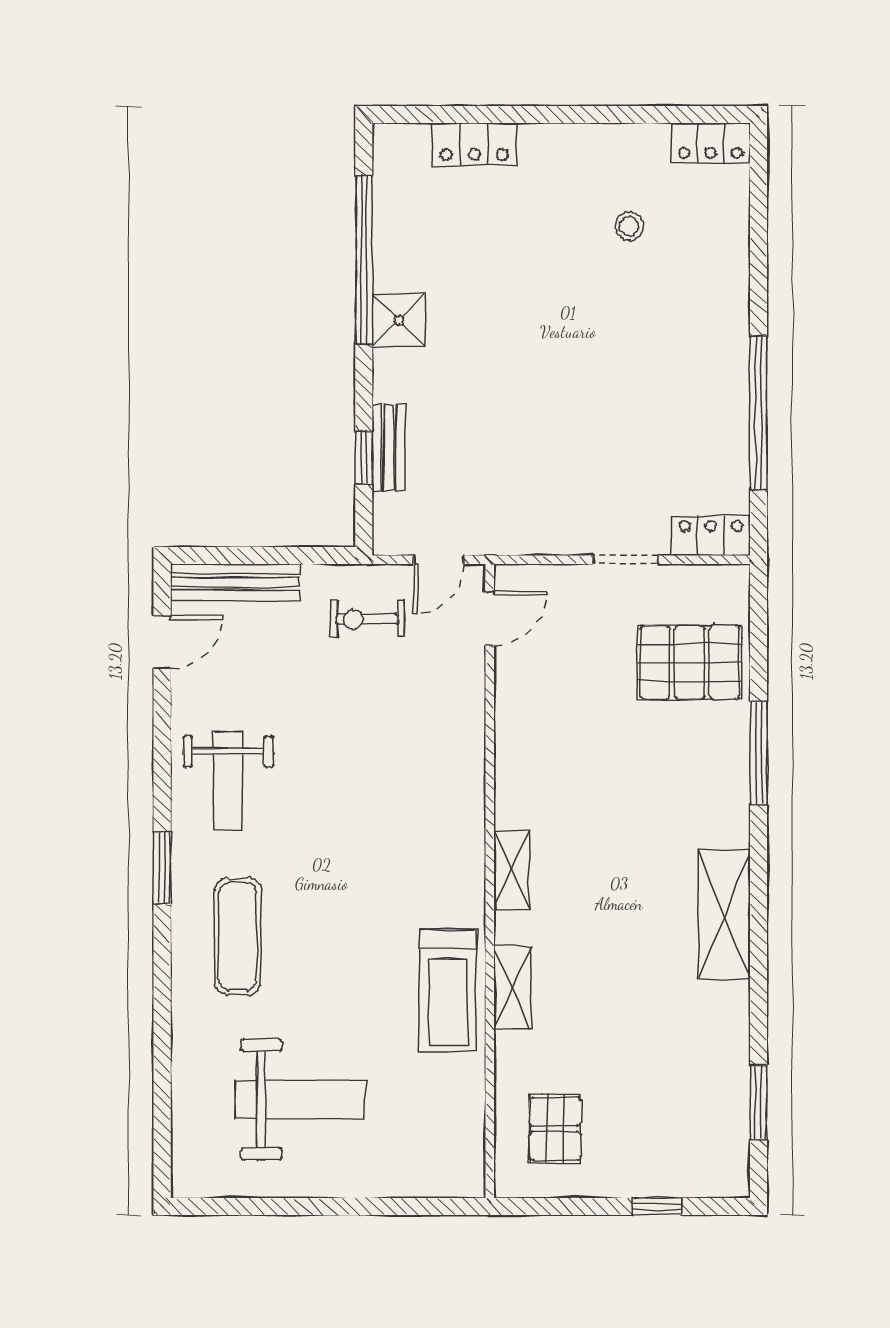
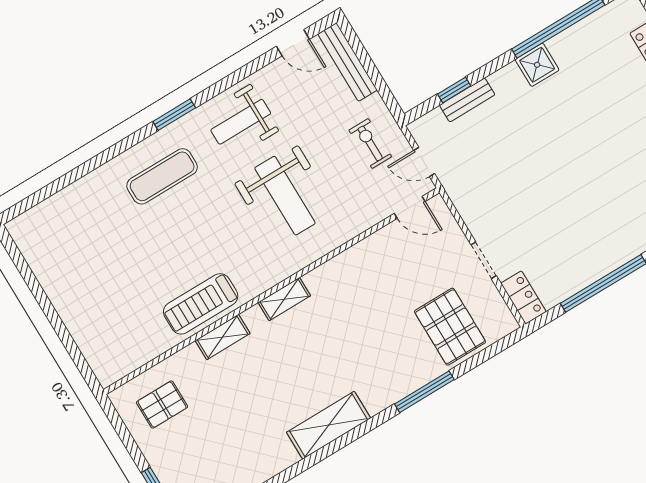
weight bench: (300, 1099) -> (285, 196), moved

